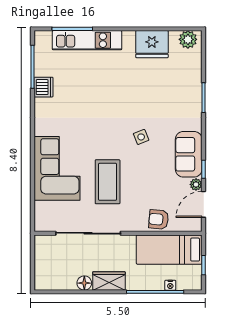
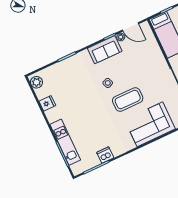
fridge: (152, 44) -> (47, 103), width x0.53, depth x0.75
coffee table: (108, 182) -> (128, 99), moved
armchair: (159, 219) -> (152, 49), removed

